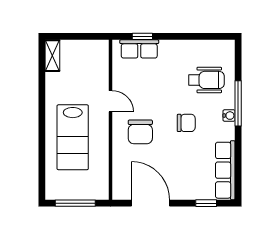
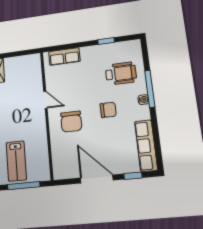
window: (142, 36) -> (106, 41), moved
lab bench: (73, 137) -> (16, 161), moved, width x0.73, depth x0.72
door: (151, 203) -> (97, 179), moved

